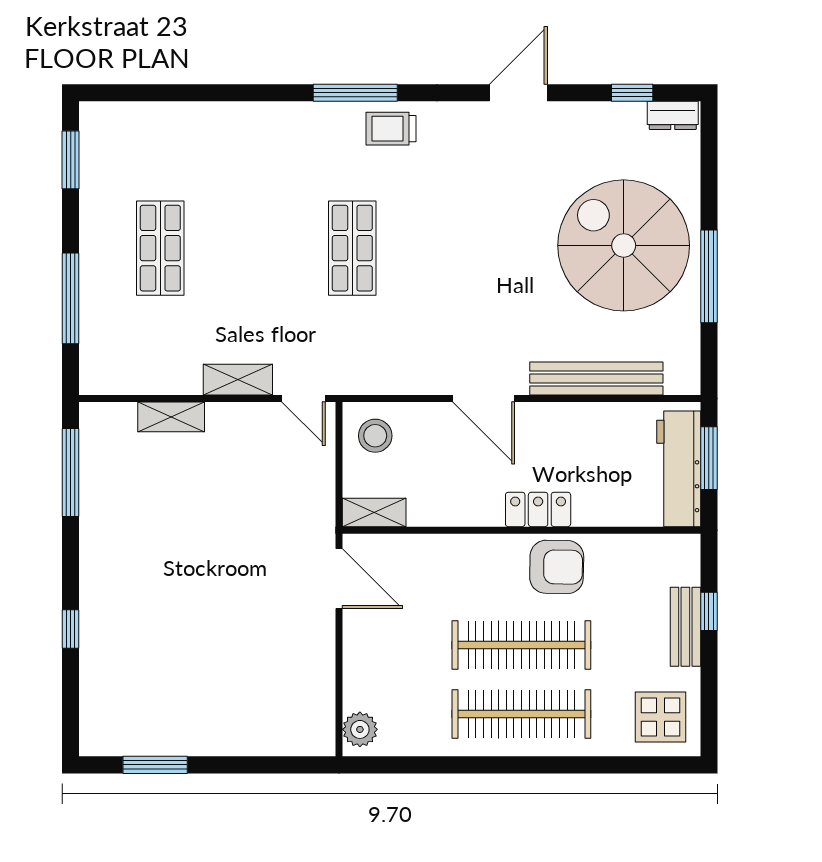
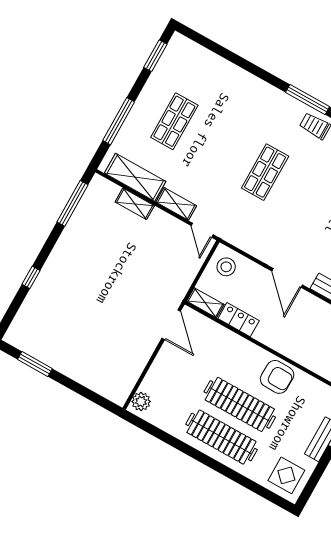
shelving: (148, 374) -> (135, 177), added
locker: (538, 509) -> (239, 320), moved

